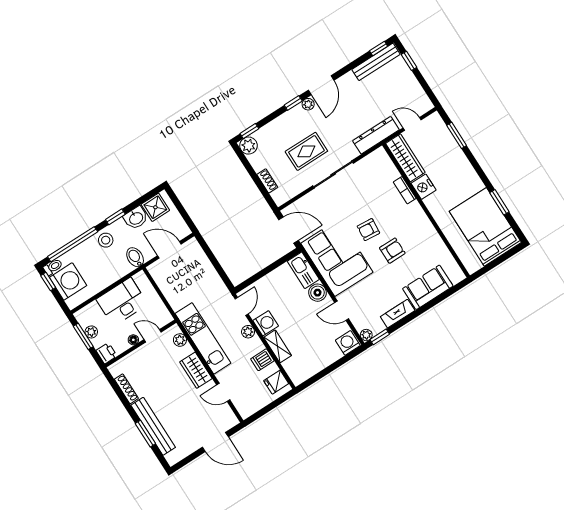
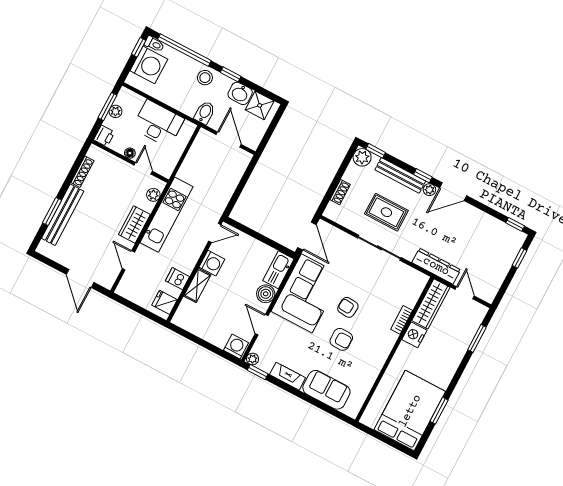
bench: (376, 62) -> (400, 175), moved
plant: (248, 332) -> (195, 252), removed

